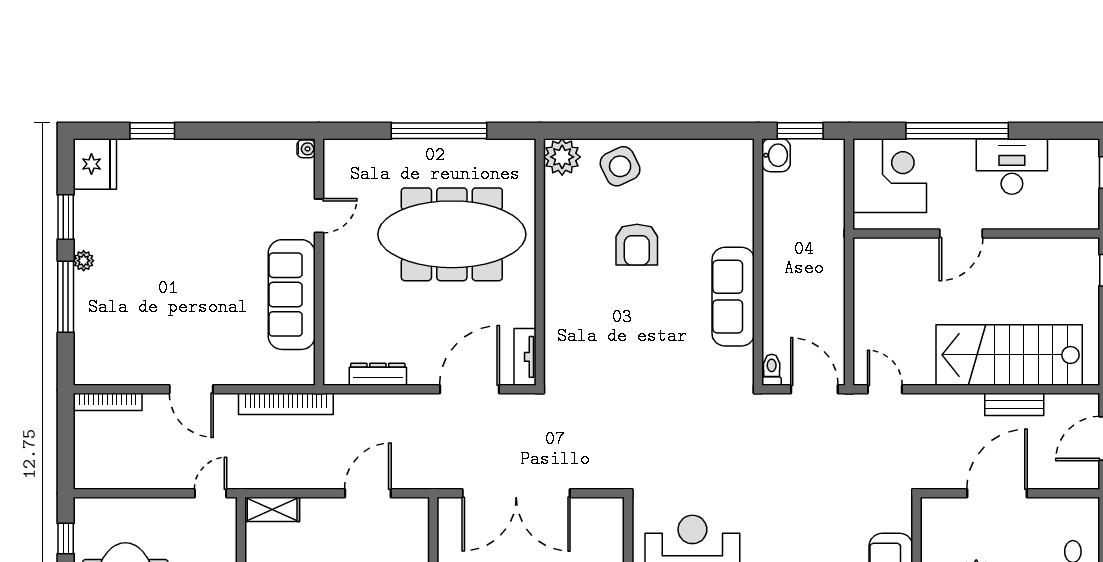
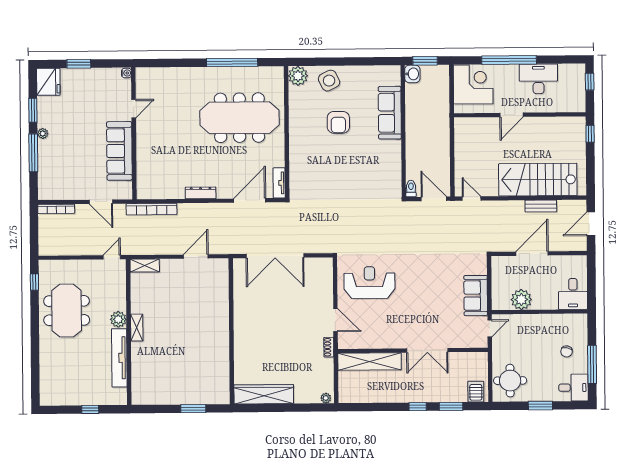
water cooler: (306, 149) -> (126, 73), moved
door: (319, 216) -> (134, 109), moved
wall: (319, 262) -> (134, 133), moved
sofa: (292, 295) -> (119, 151), moved
sofa: (733, 297) -> (390, 113), moved

